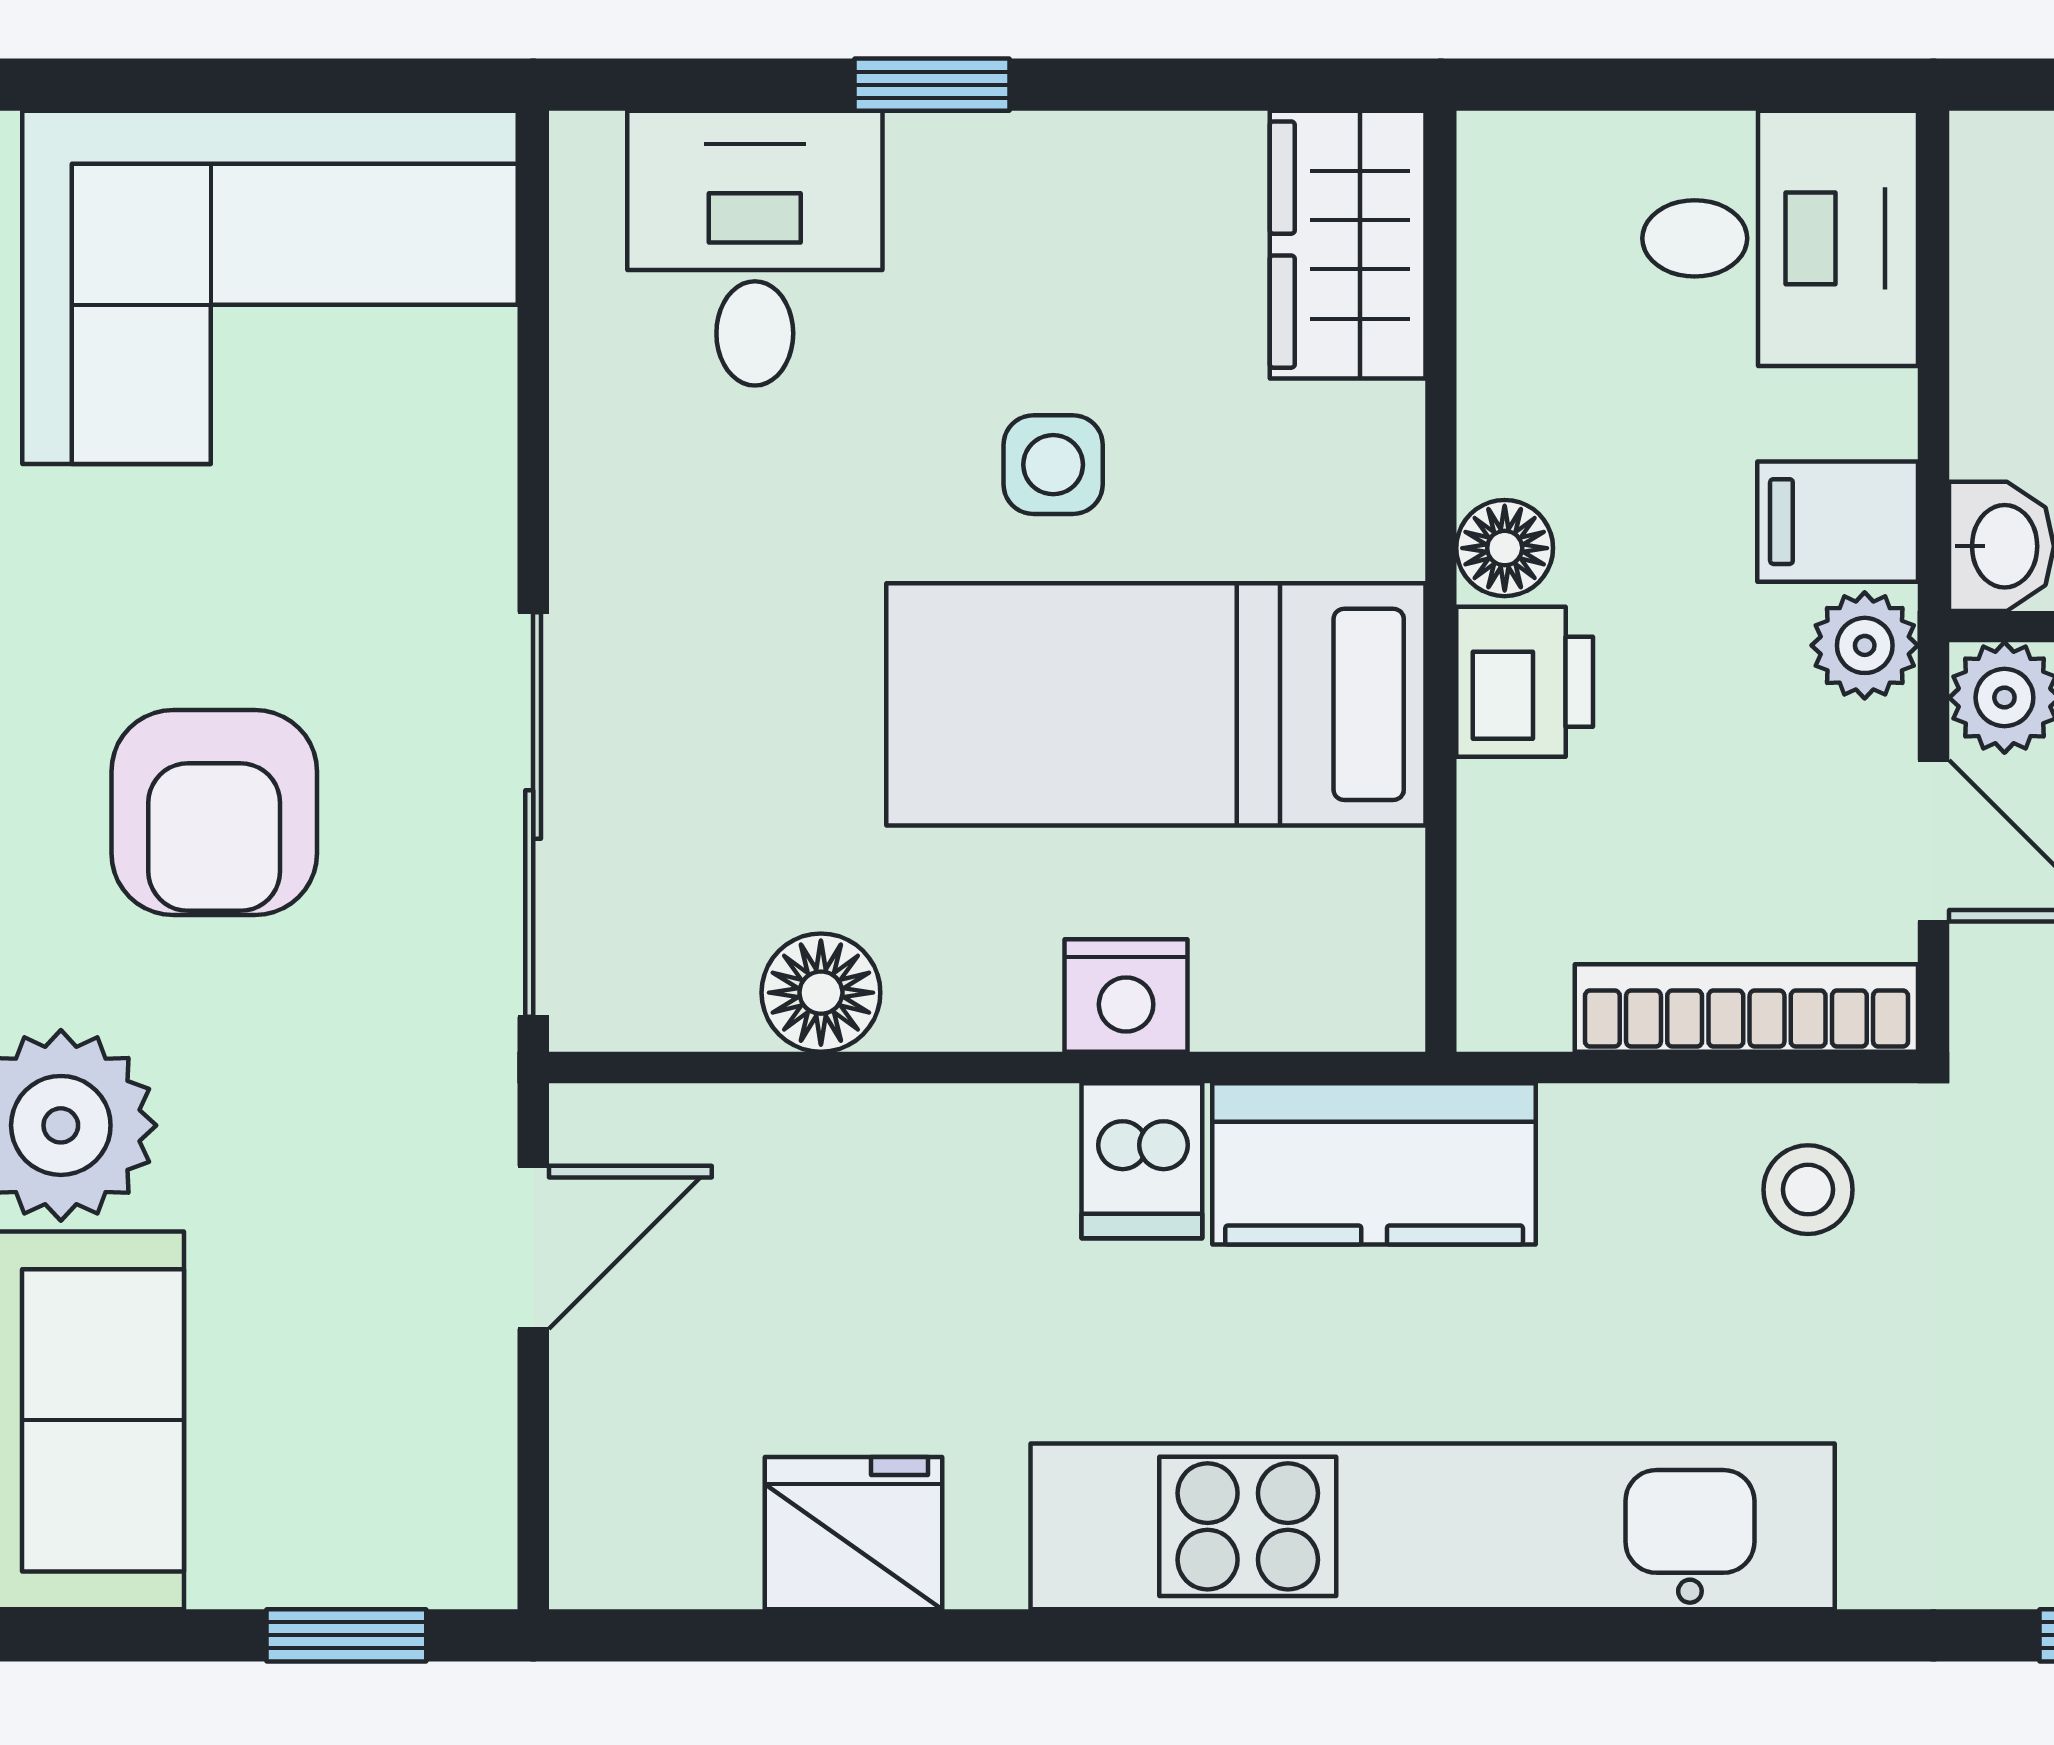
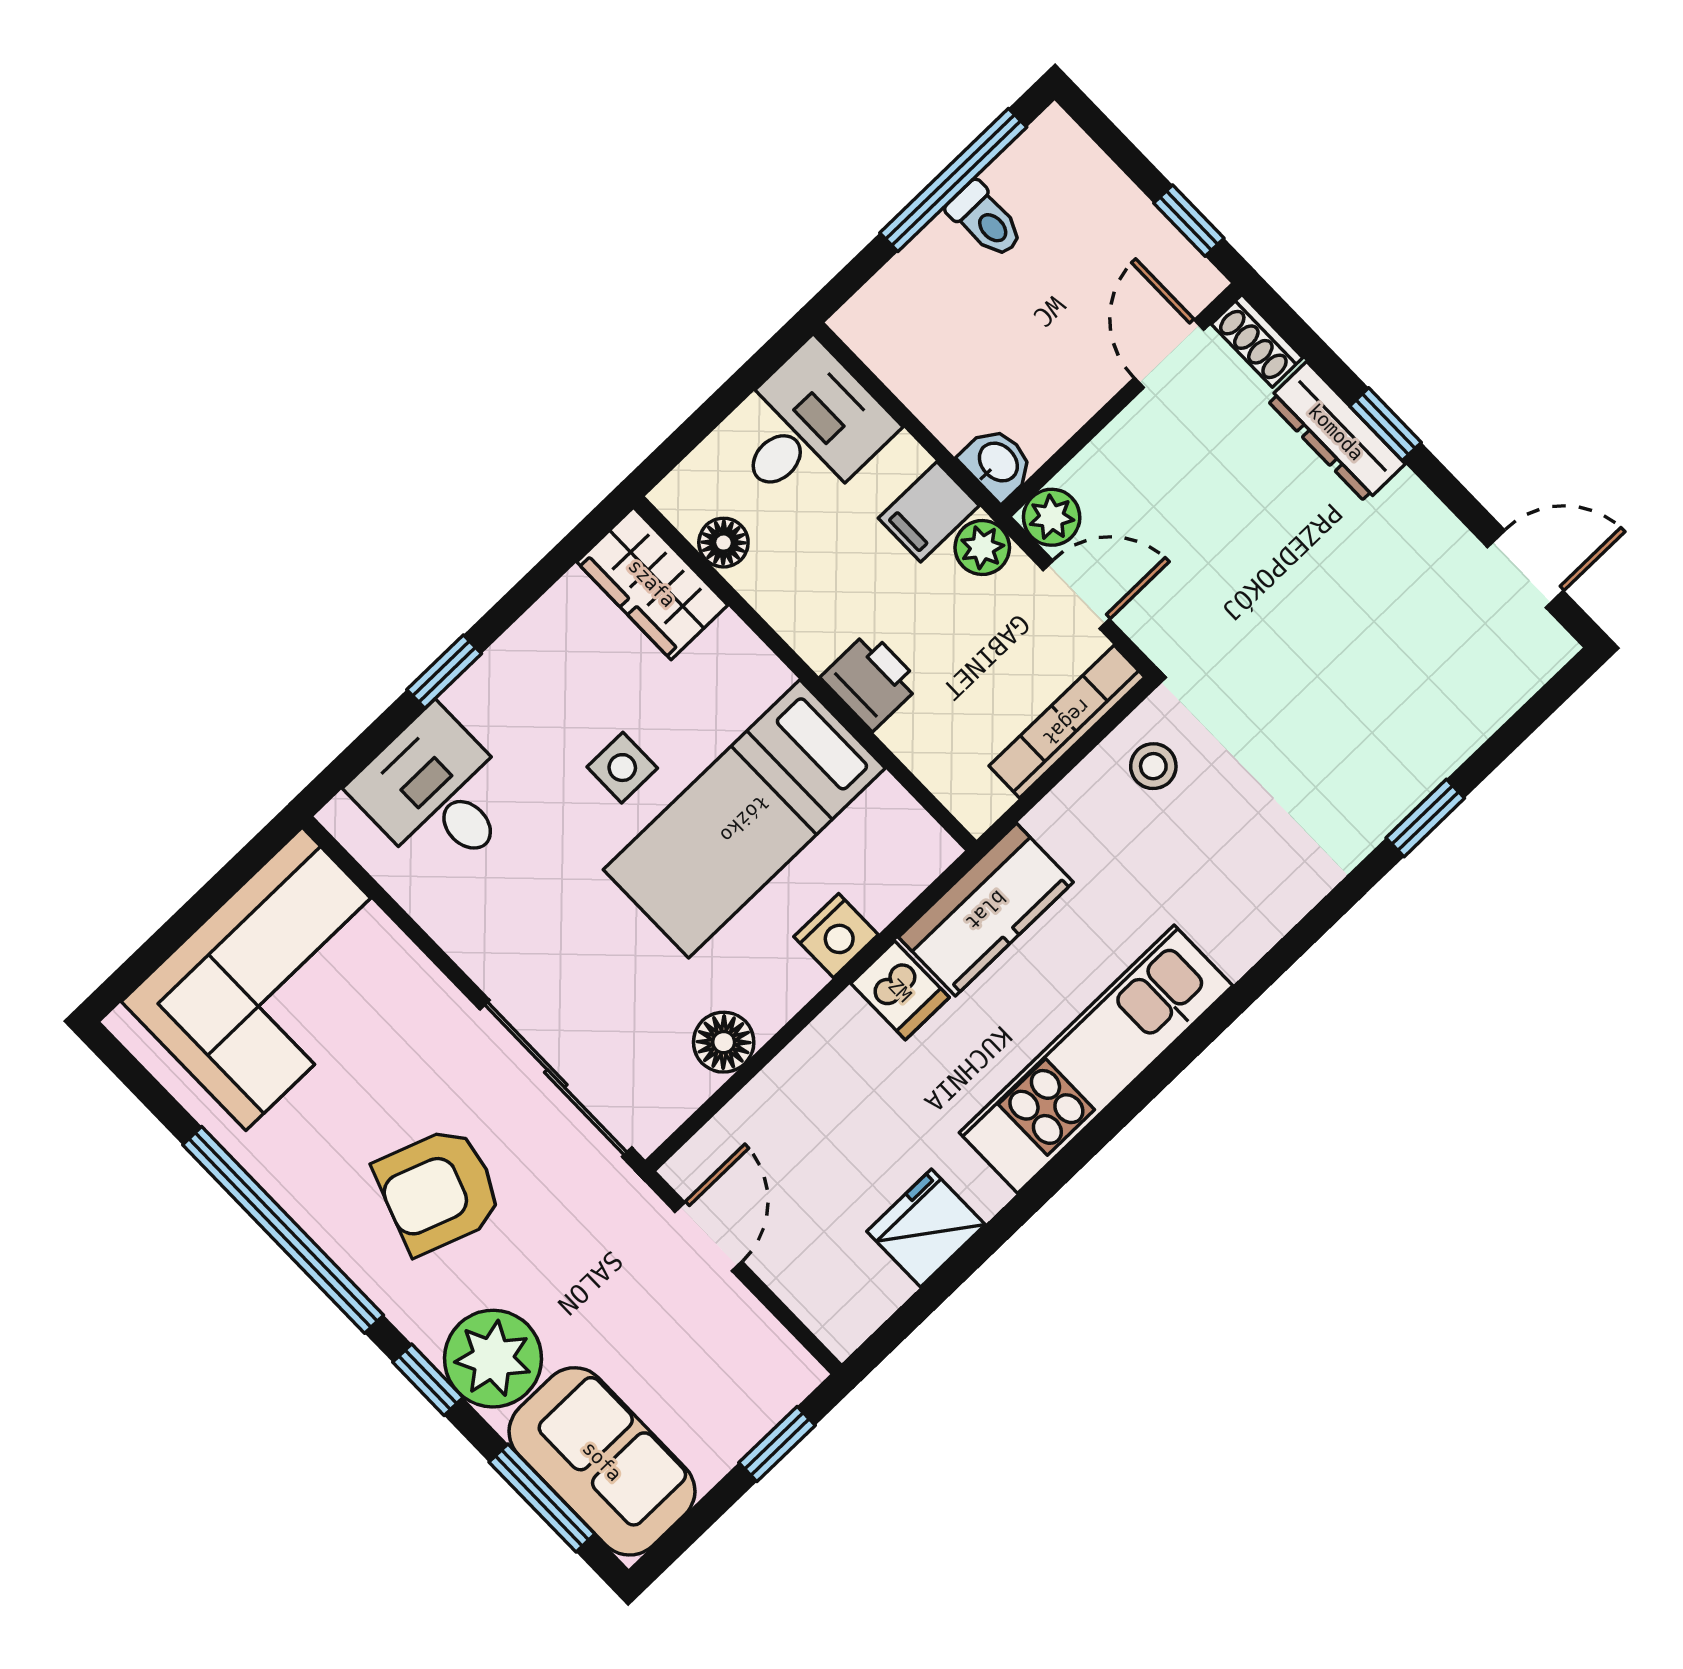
floor lamp: (1505, 548) -> (723, 543), moved
armchair: (214, 812) -> (439, 1190), turned 110
kitchen unit: (1433, 1526) -> (1096, 1059), width x0.73

